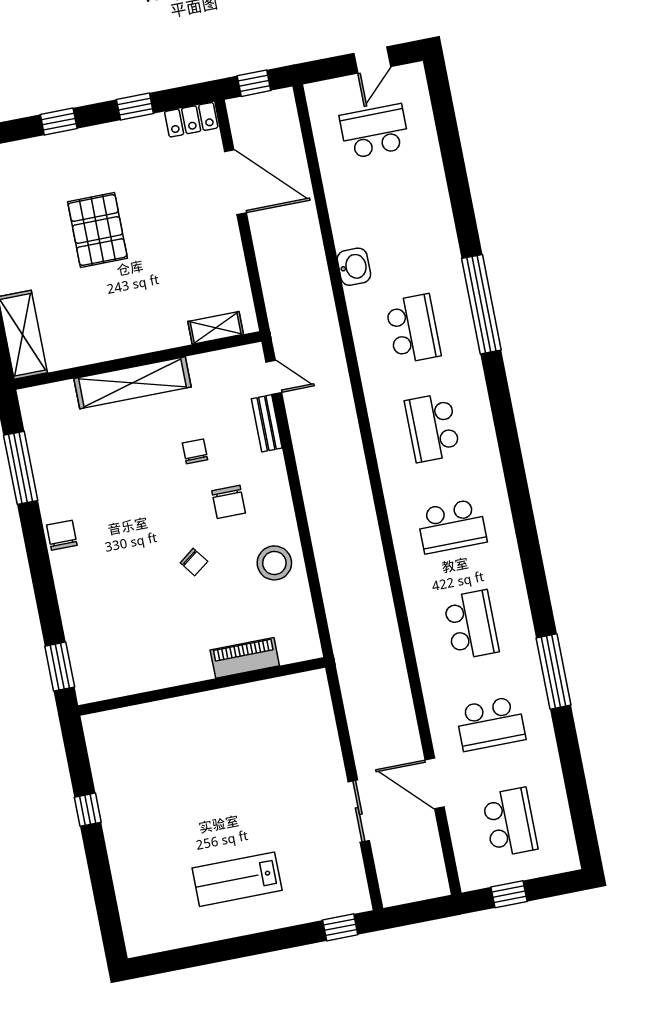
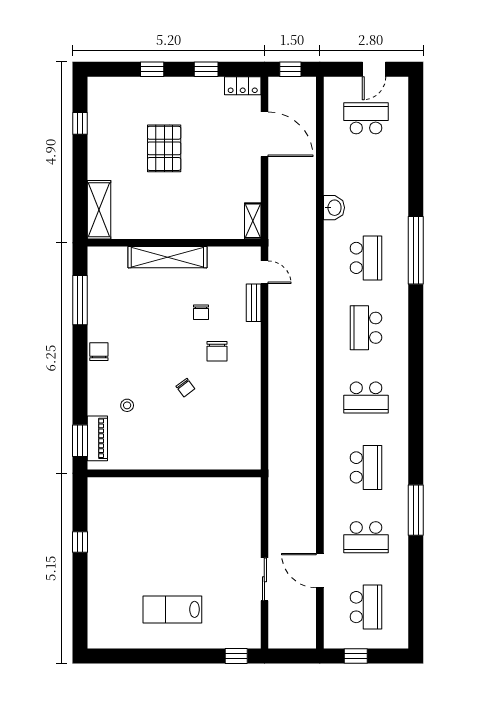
shelving: (216, 328) -> (253, 221), moved, turned 90
chair: (195, 451) -> (201, 312), turned 180
stool: (274, 563) -> (127, 405), moved, width x0.53, depth x0.53
piano: (245, 658) -> (97, 438), moved, turned 90

